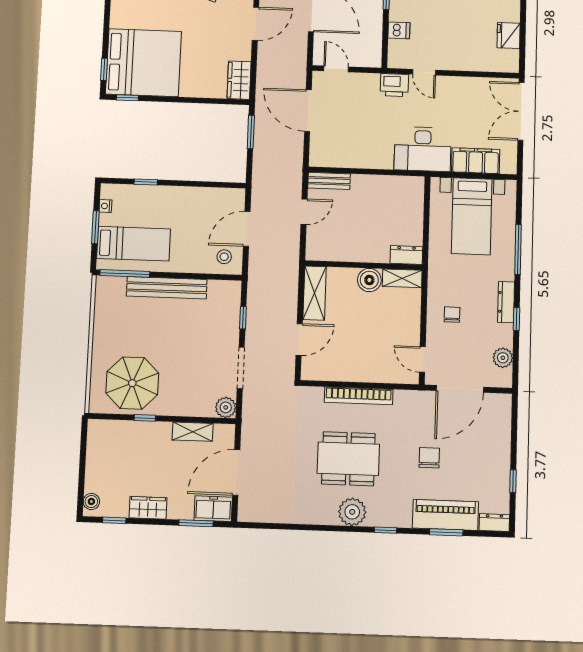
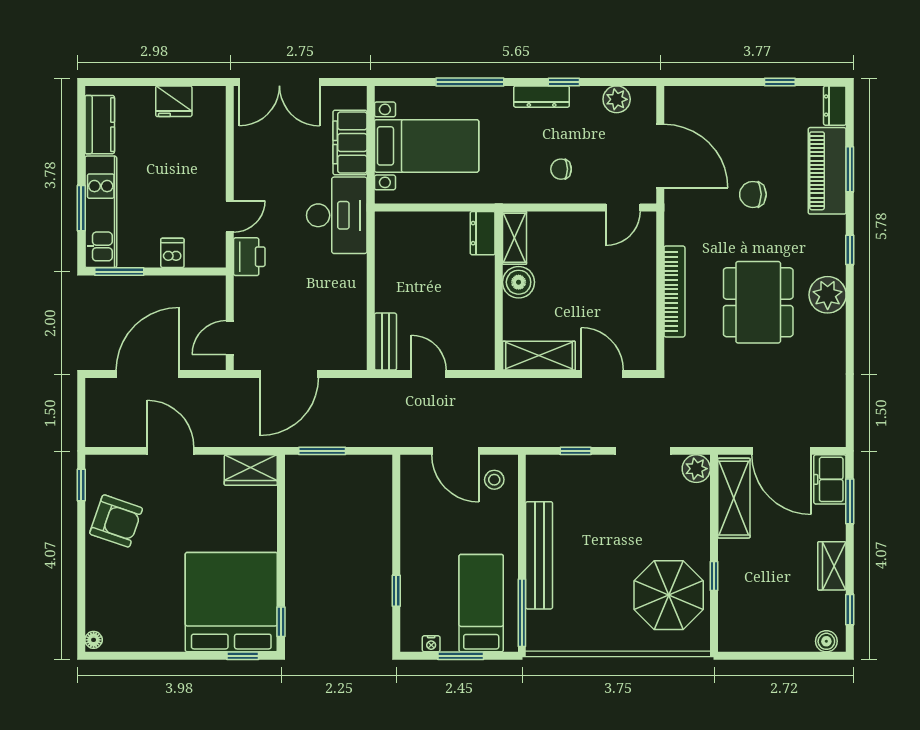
shelving: (193, 432) -> (734, 498), width x1.50, depth x1.33

